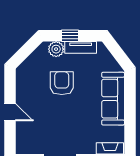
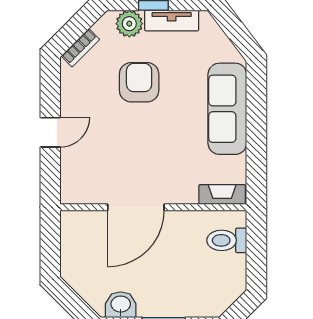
bookcase: (28, 63) -> (80, 48), added
door: (10, 112) -> (50, 132), hinge flipped

